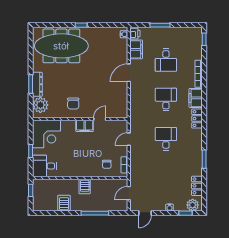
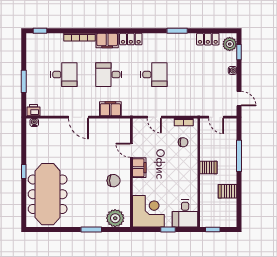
filing cabinet: (136, 49) -> (110, 109), moved
dresser: (37, 84) -> (92, 222), removed
desk: (166, 139) -> (154, 75), turned 180

